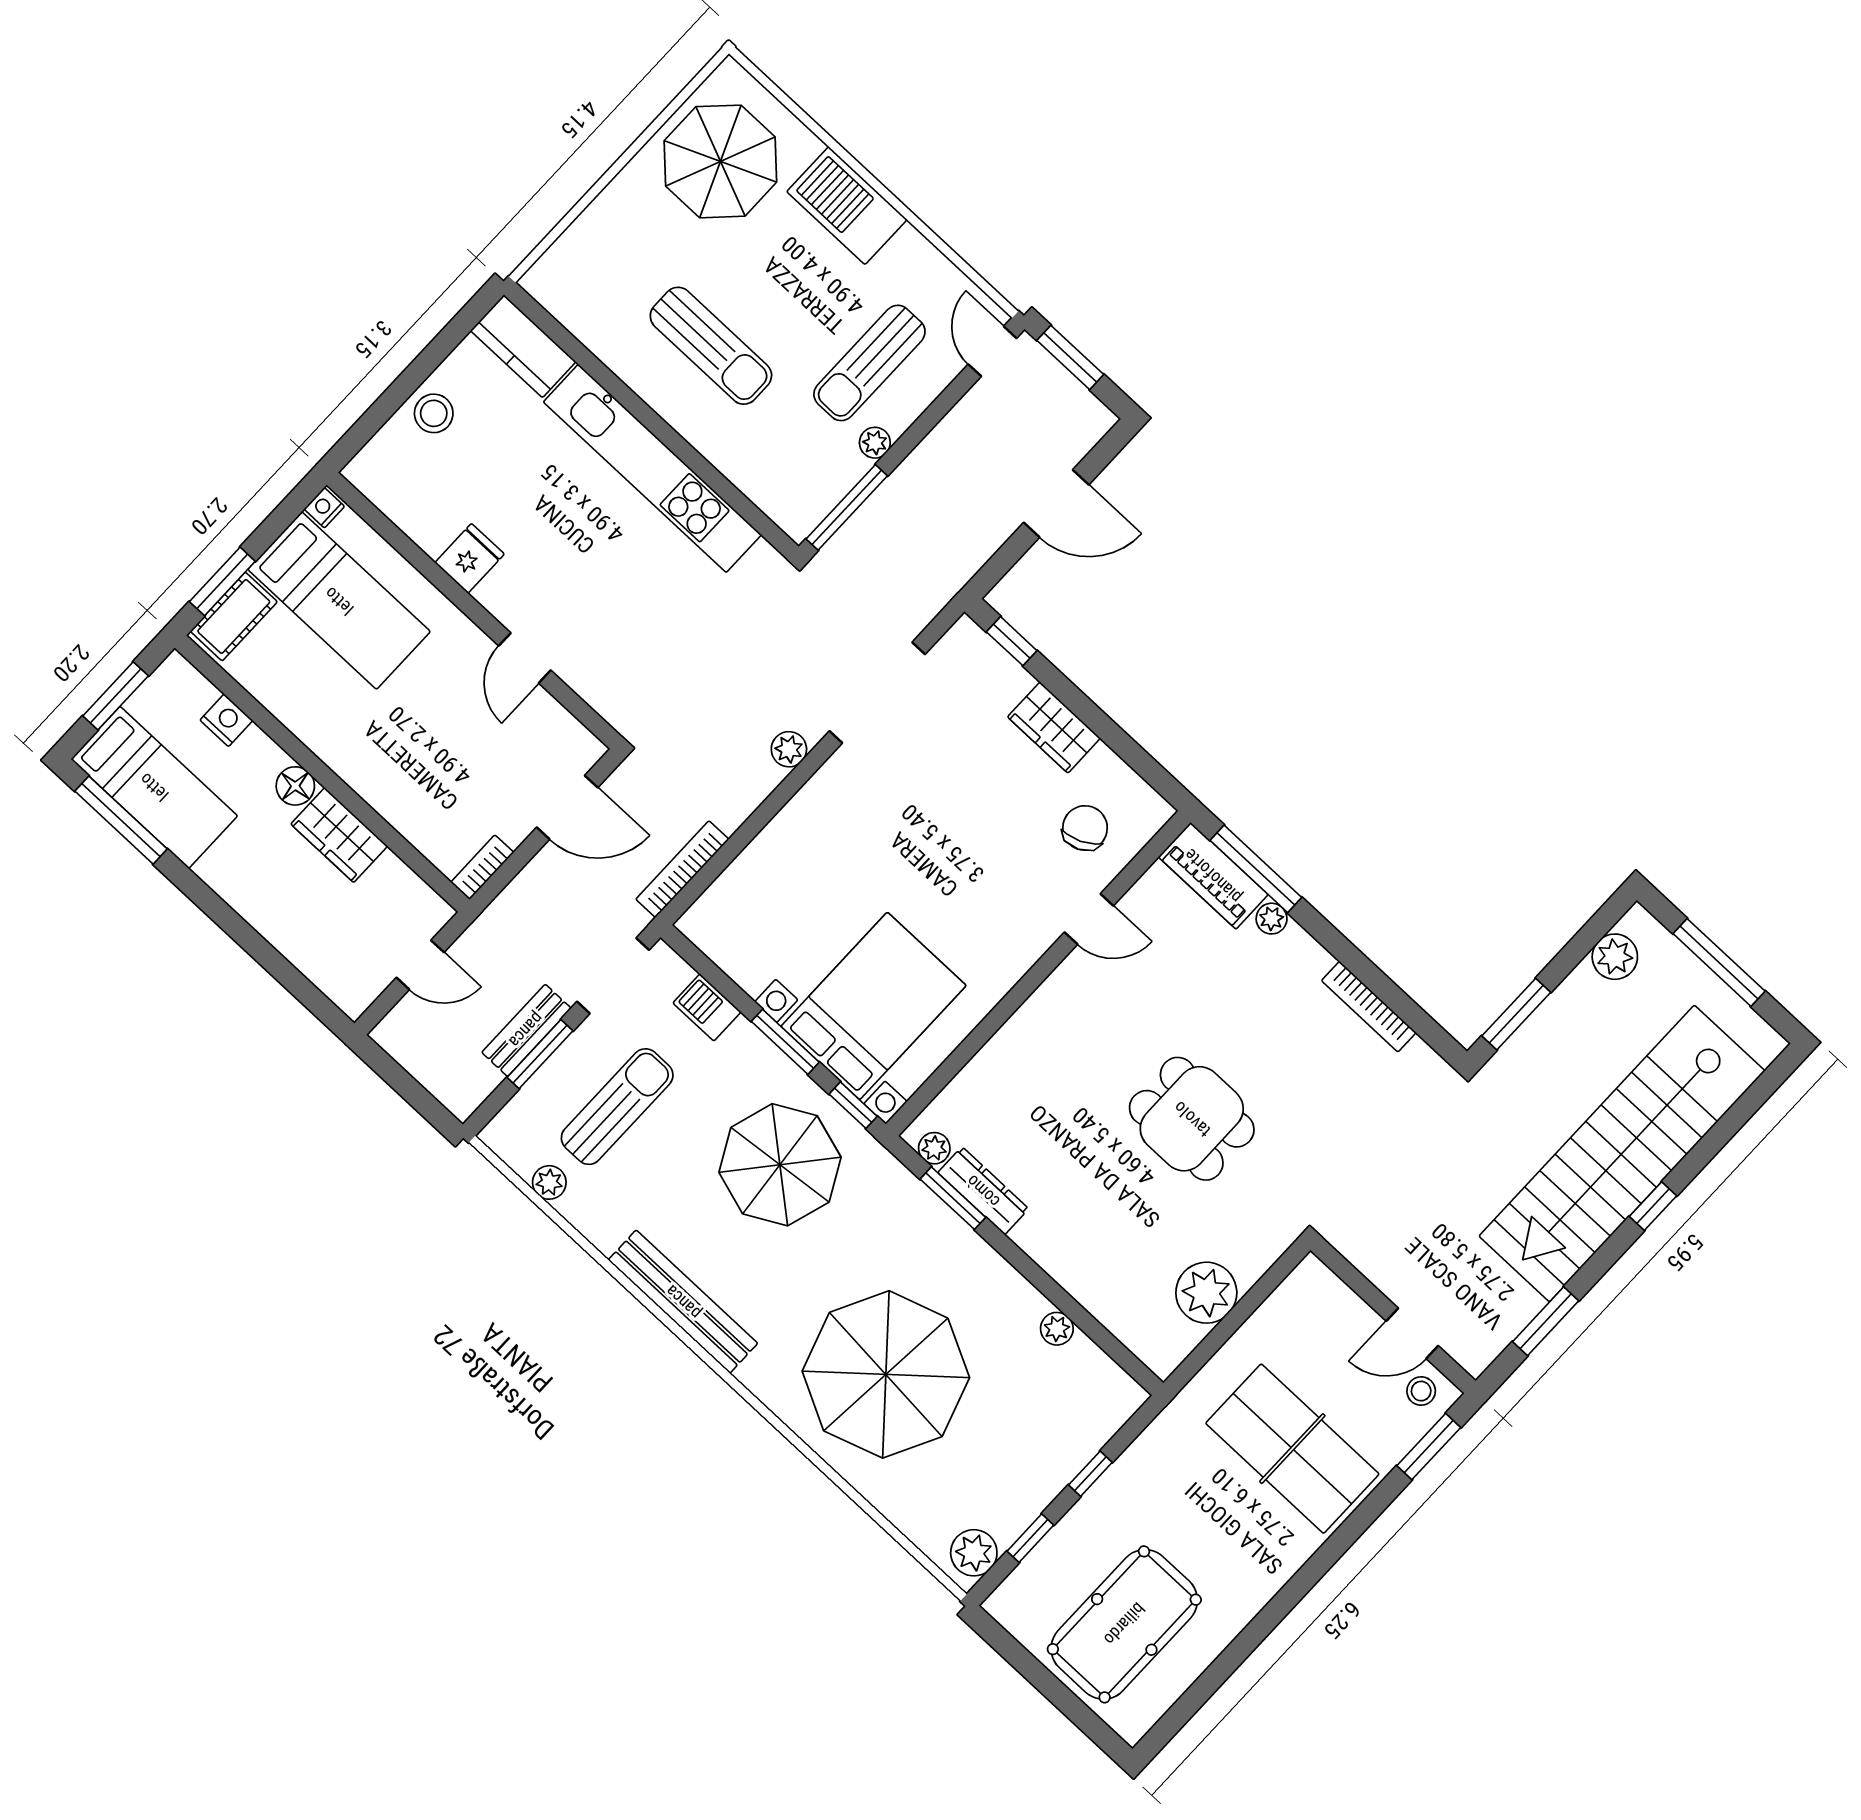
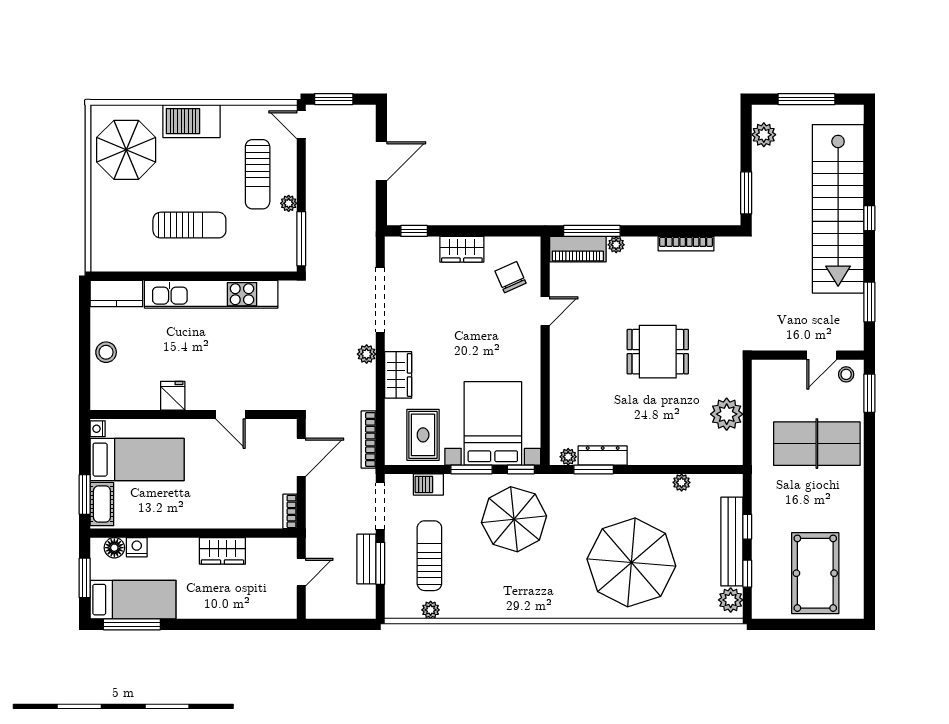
floor lamp: (295, 786) -> (114, 548), moved
wardrobe: (806, 818) -> (398, 375), added
rug: (763, 933) -> (423, 435), added
bench: (683, 1302) -> (732, 542), moved, turned 90

